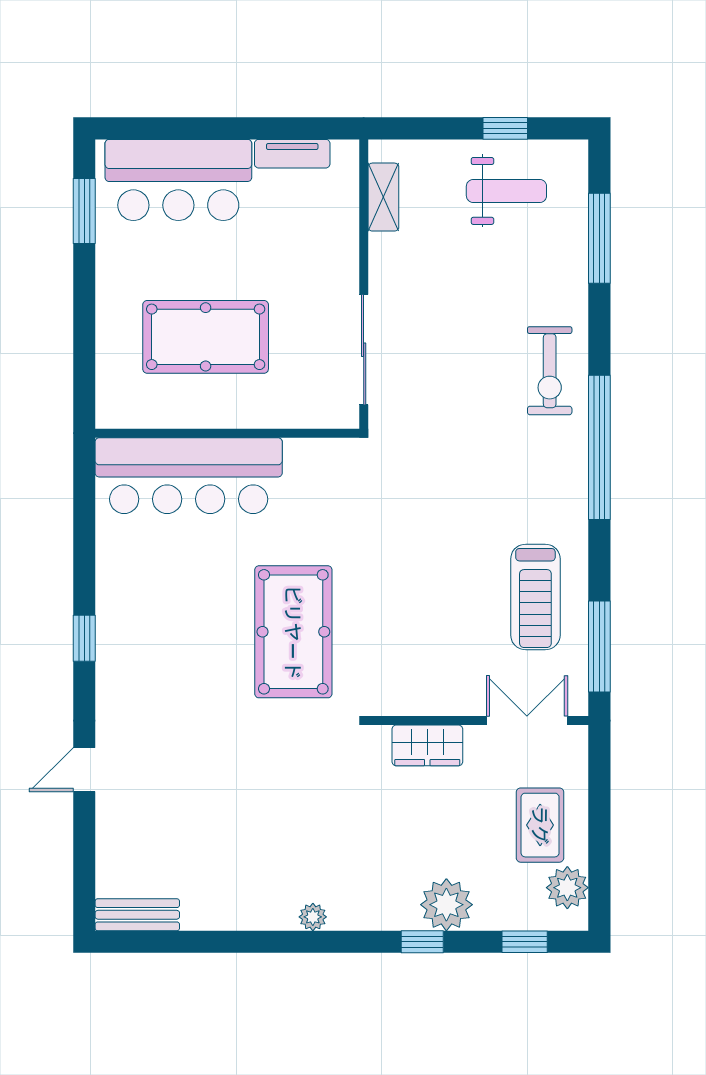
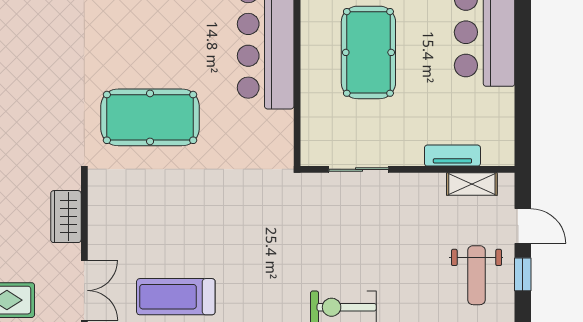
door: (440, 128) -> (523, 226), added
tv unit: (292, 154) -> (452, 156), moved, turned 90
sliding door: (364, 350) -> (359, 169), width x0.73

